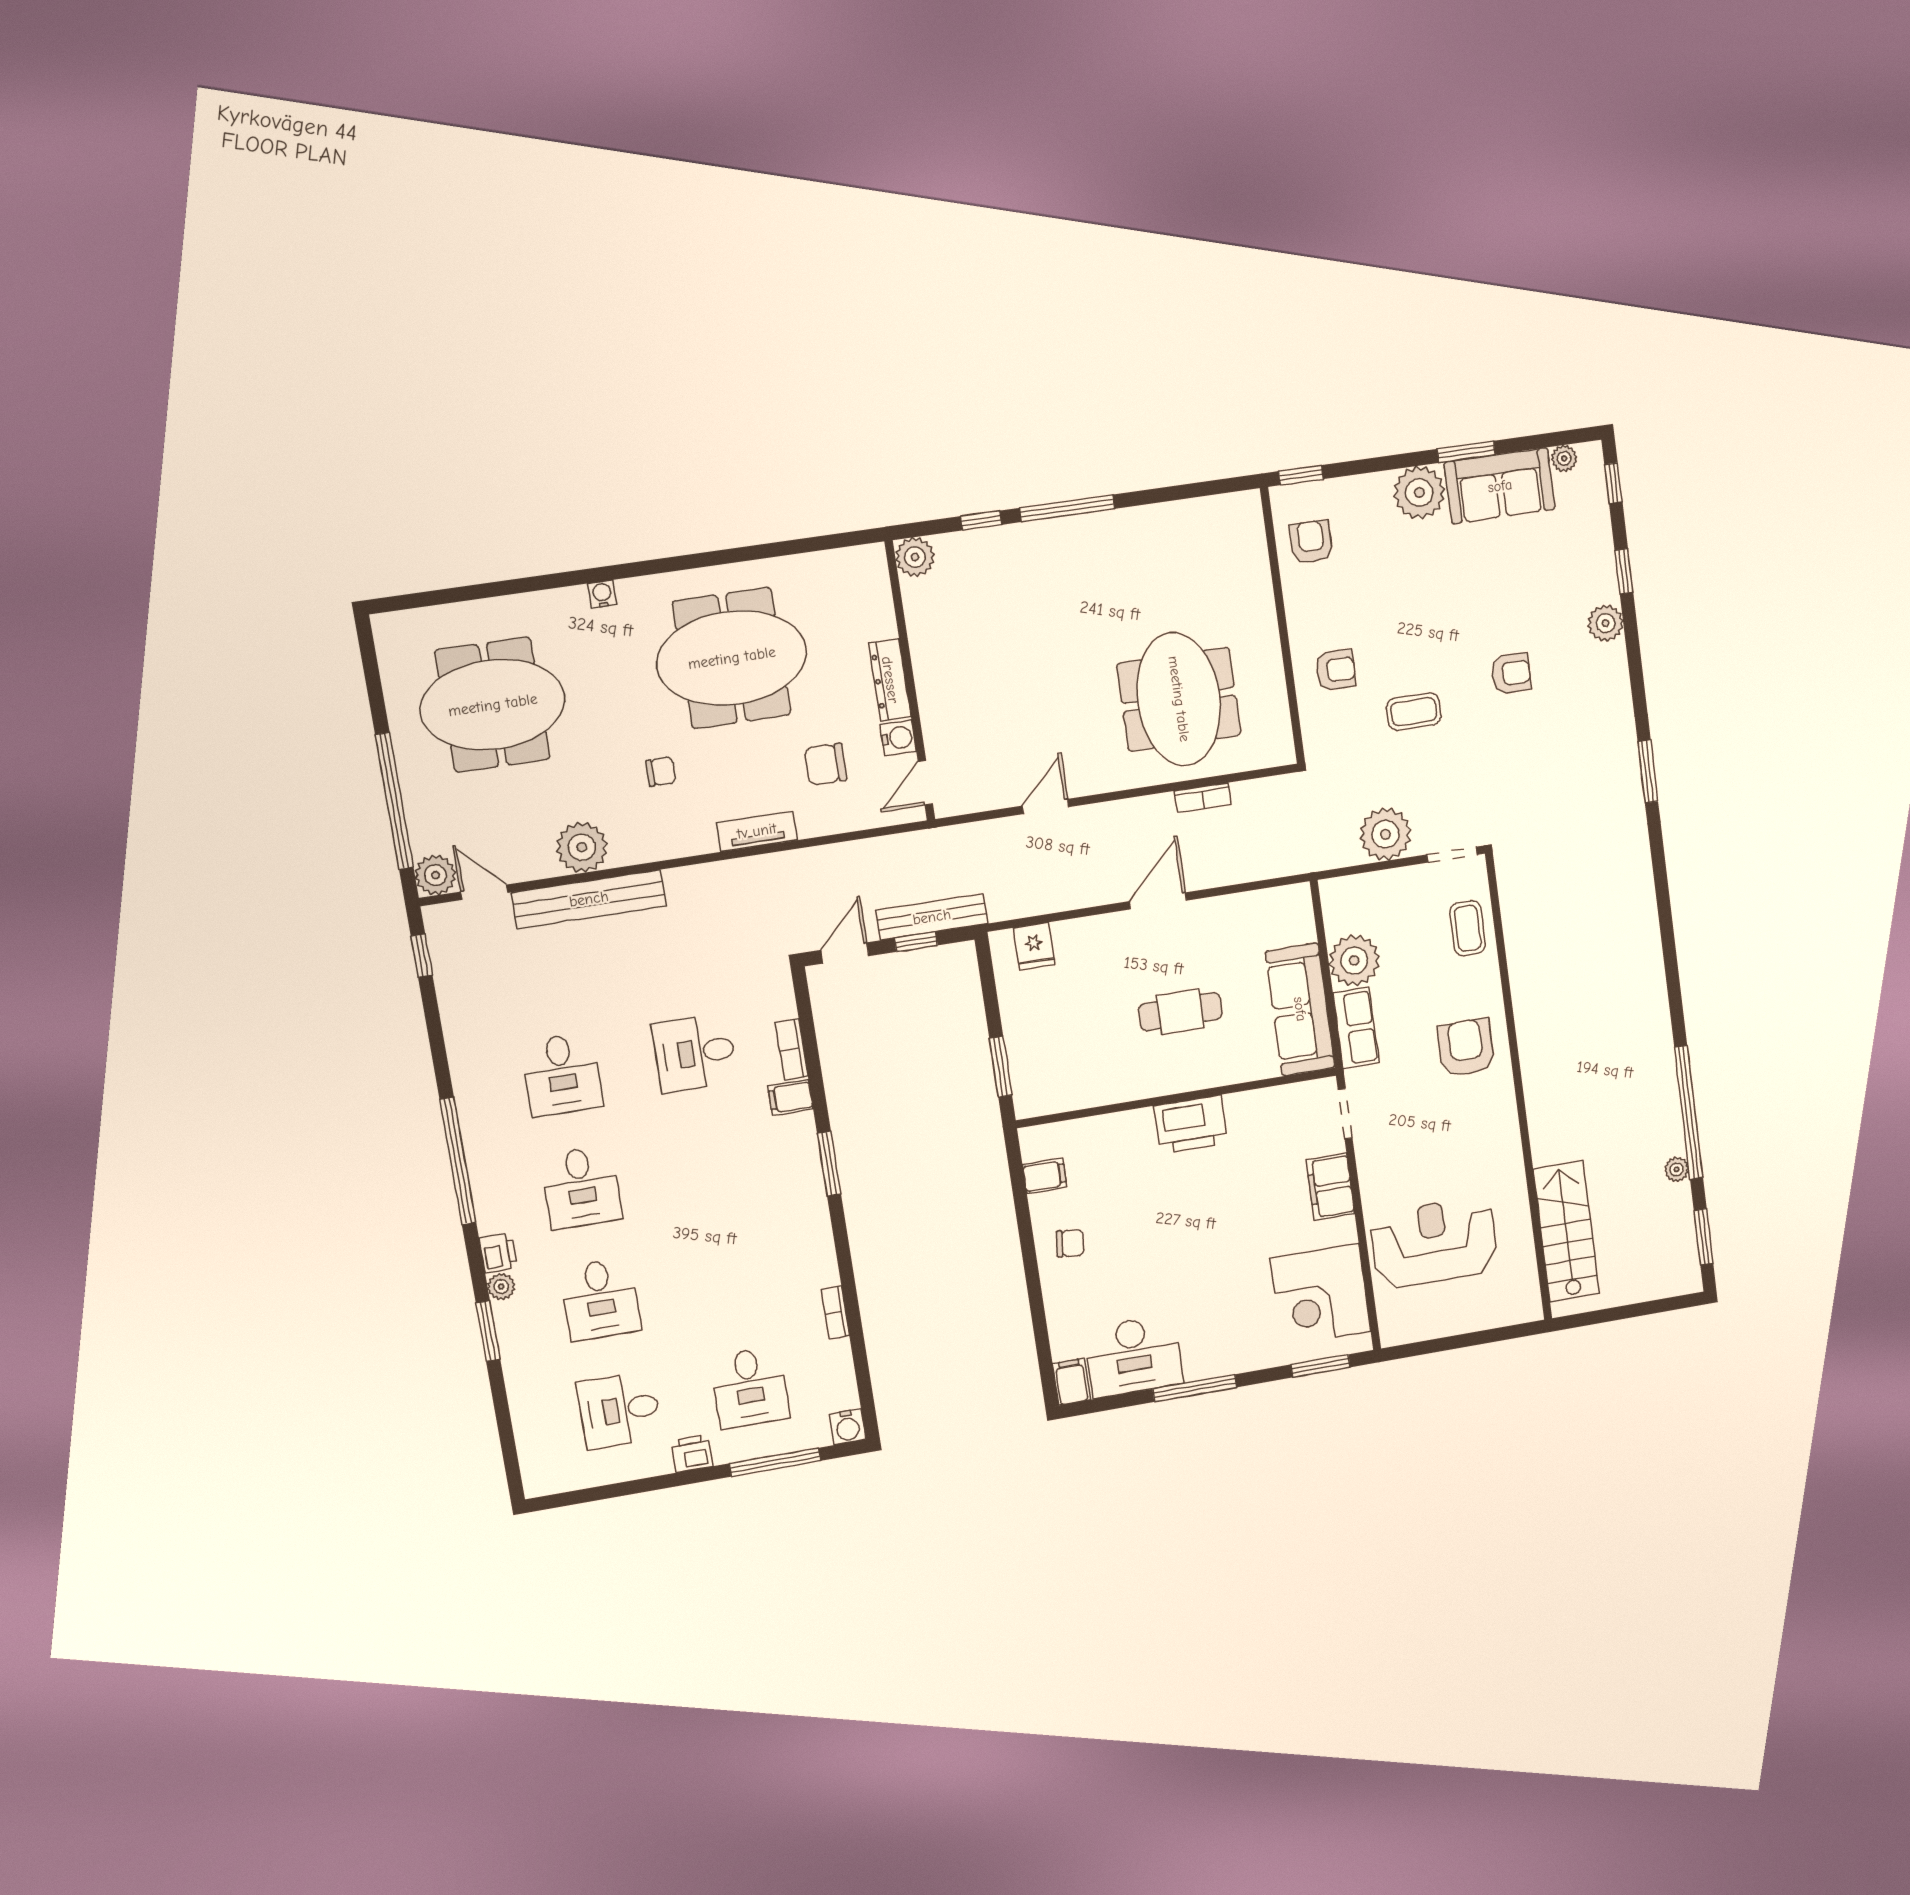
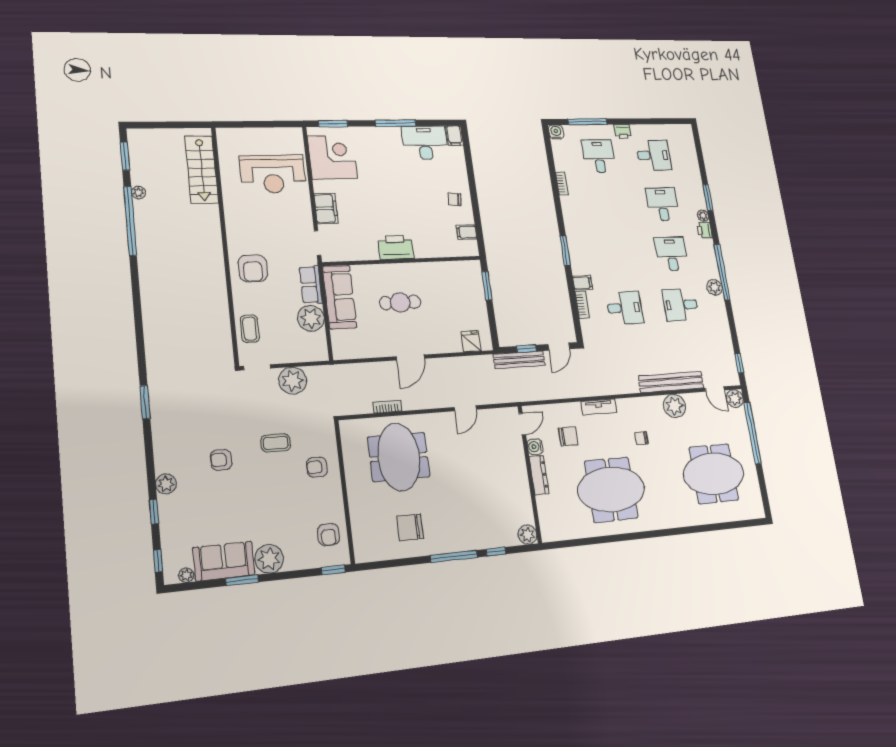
chair: (1155, 562) -> (410, 527), added
water cooler: (602, 594) -> (668, 523), removed
desk: (562, 1074) -> (681, 305), turned -90
plant: (478, 1124) -> (715, 287), added

